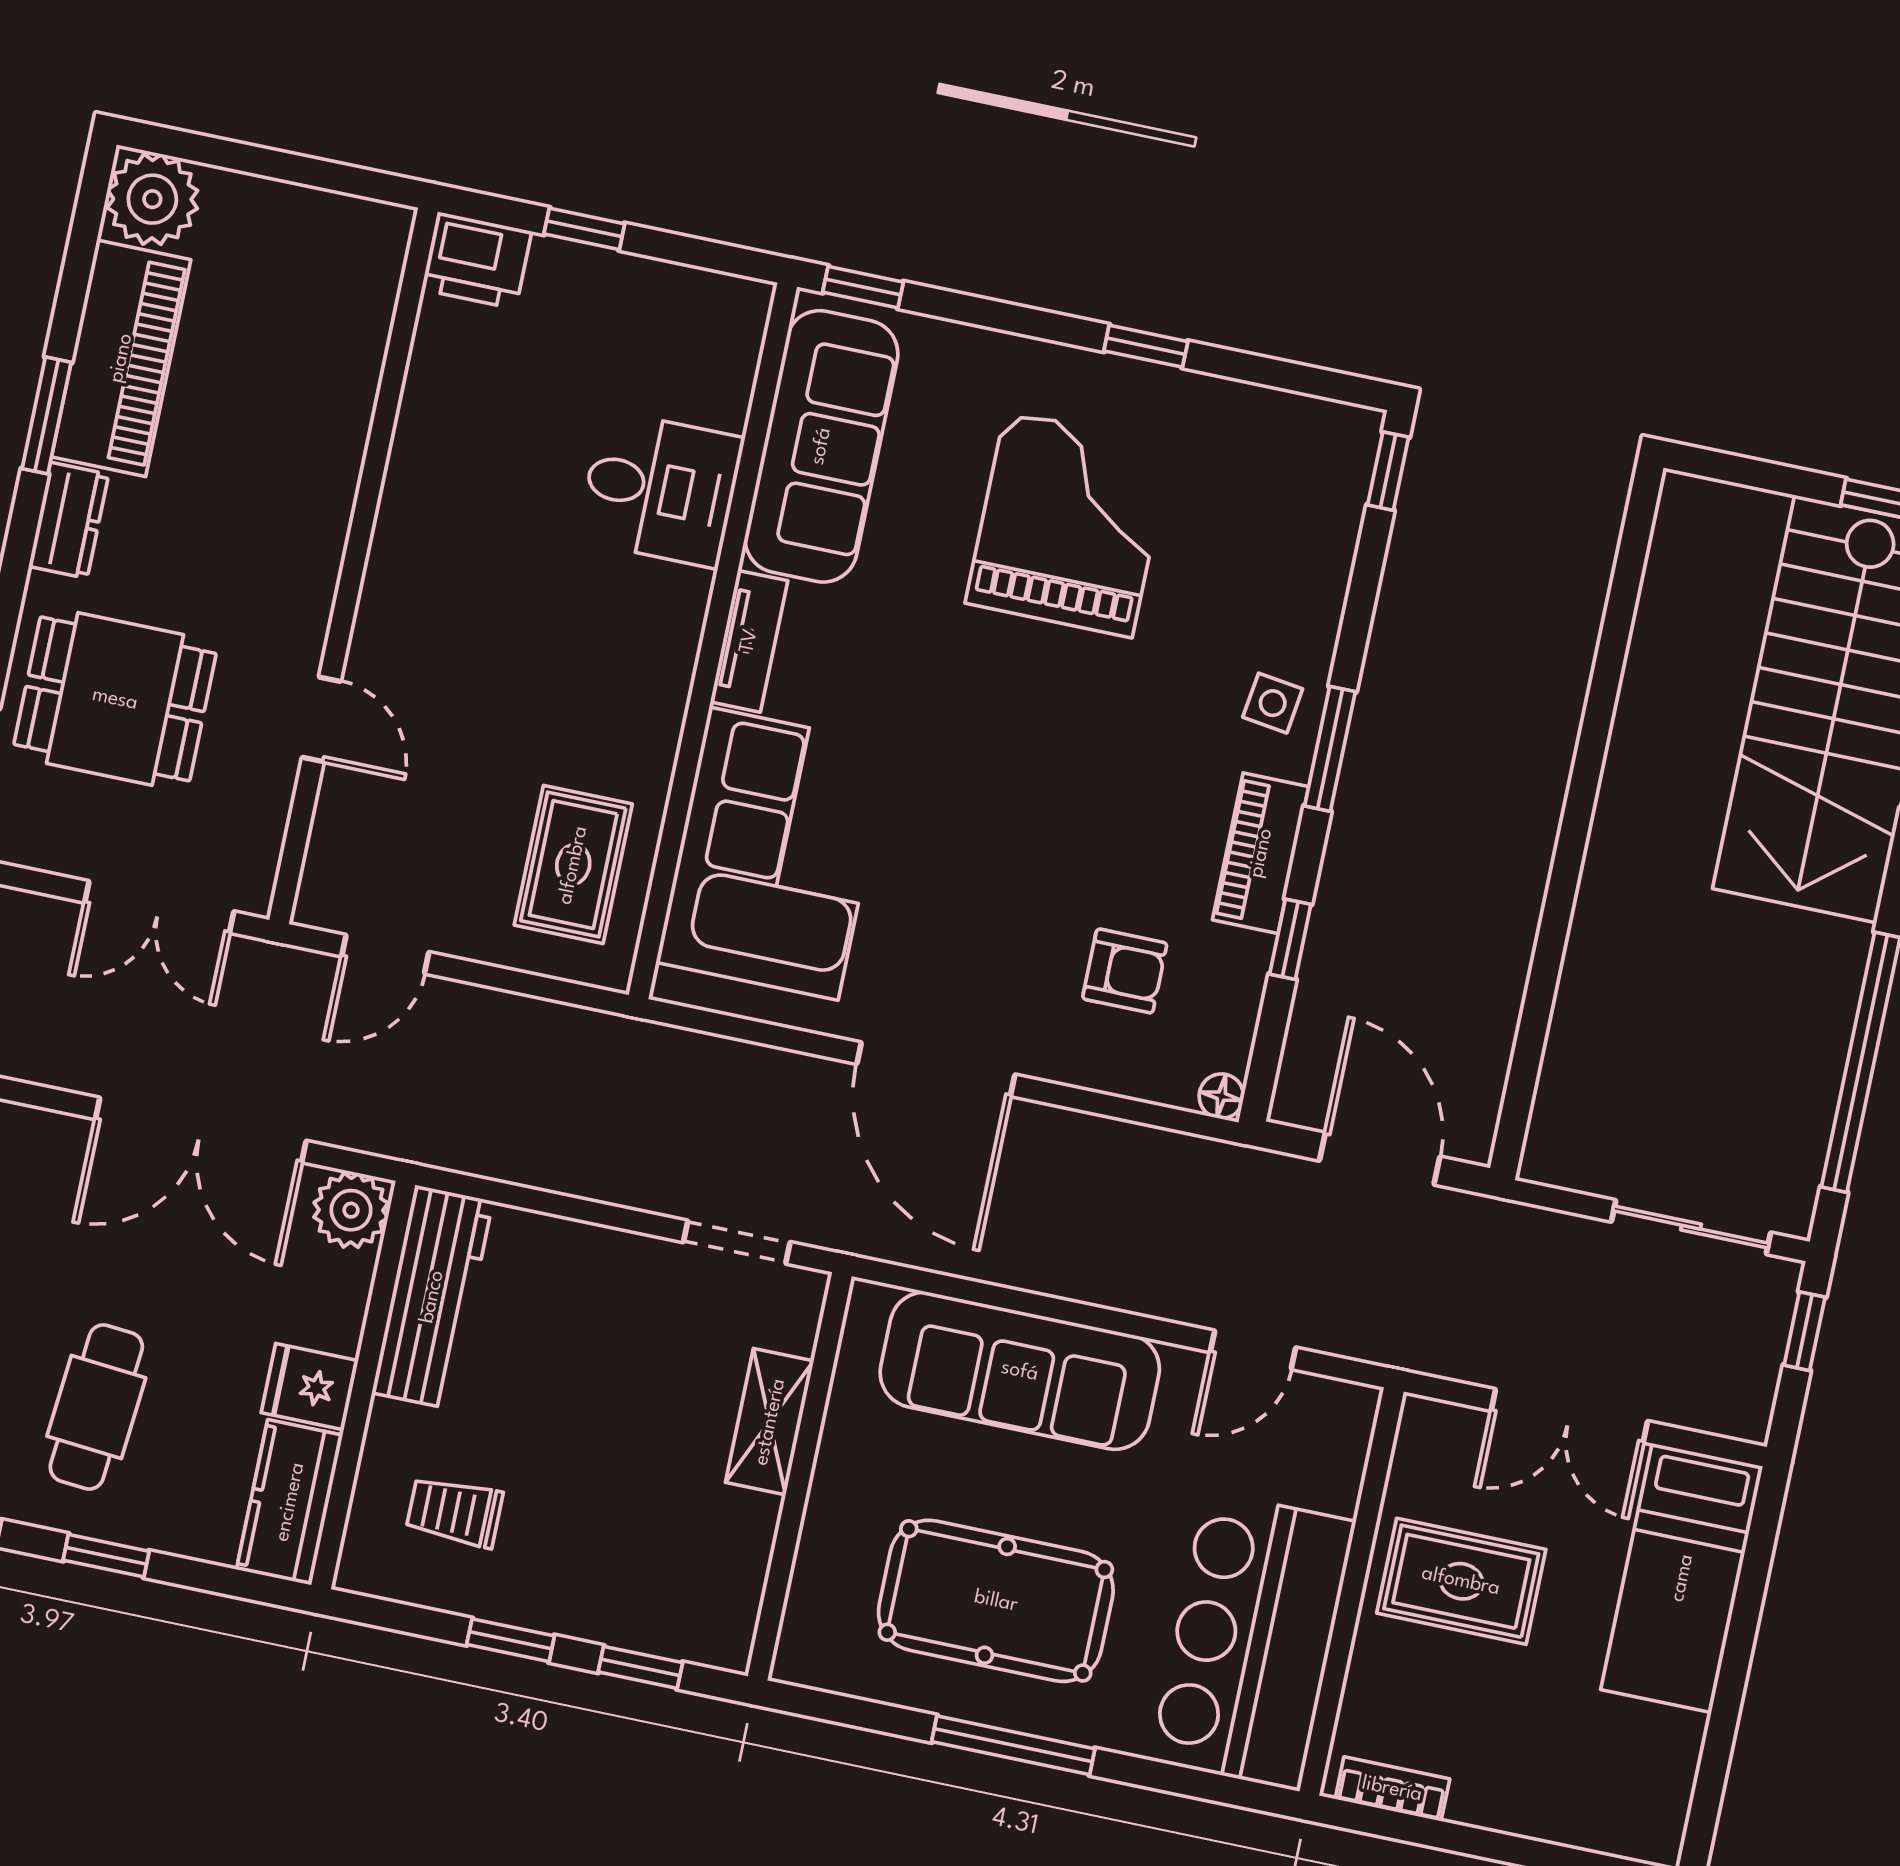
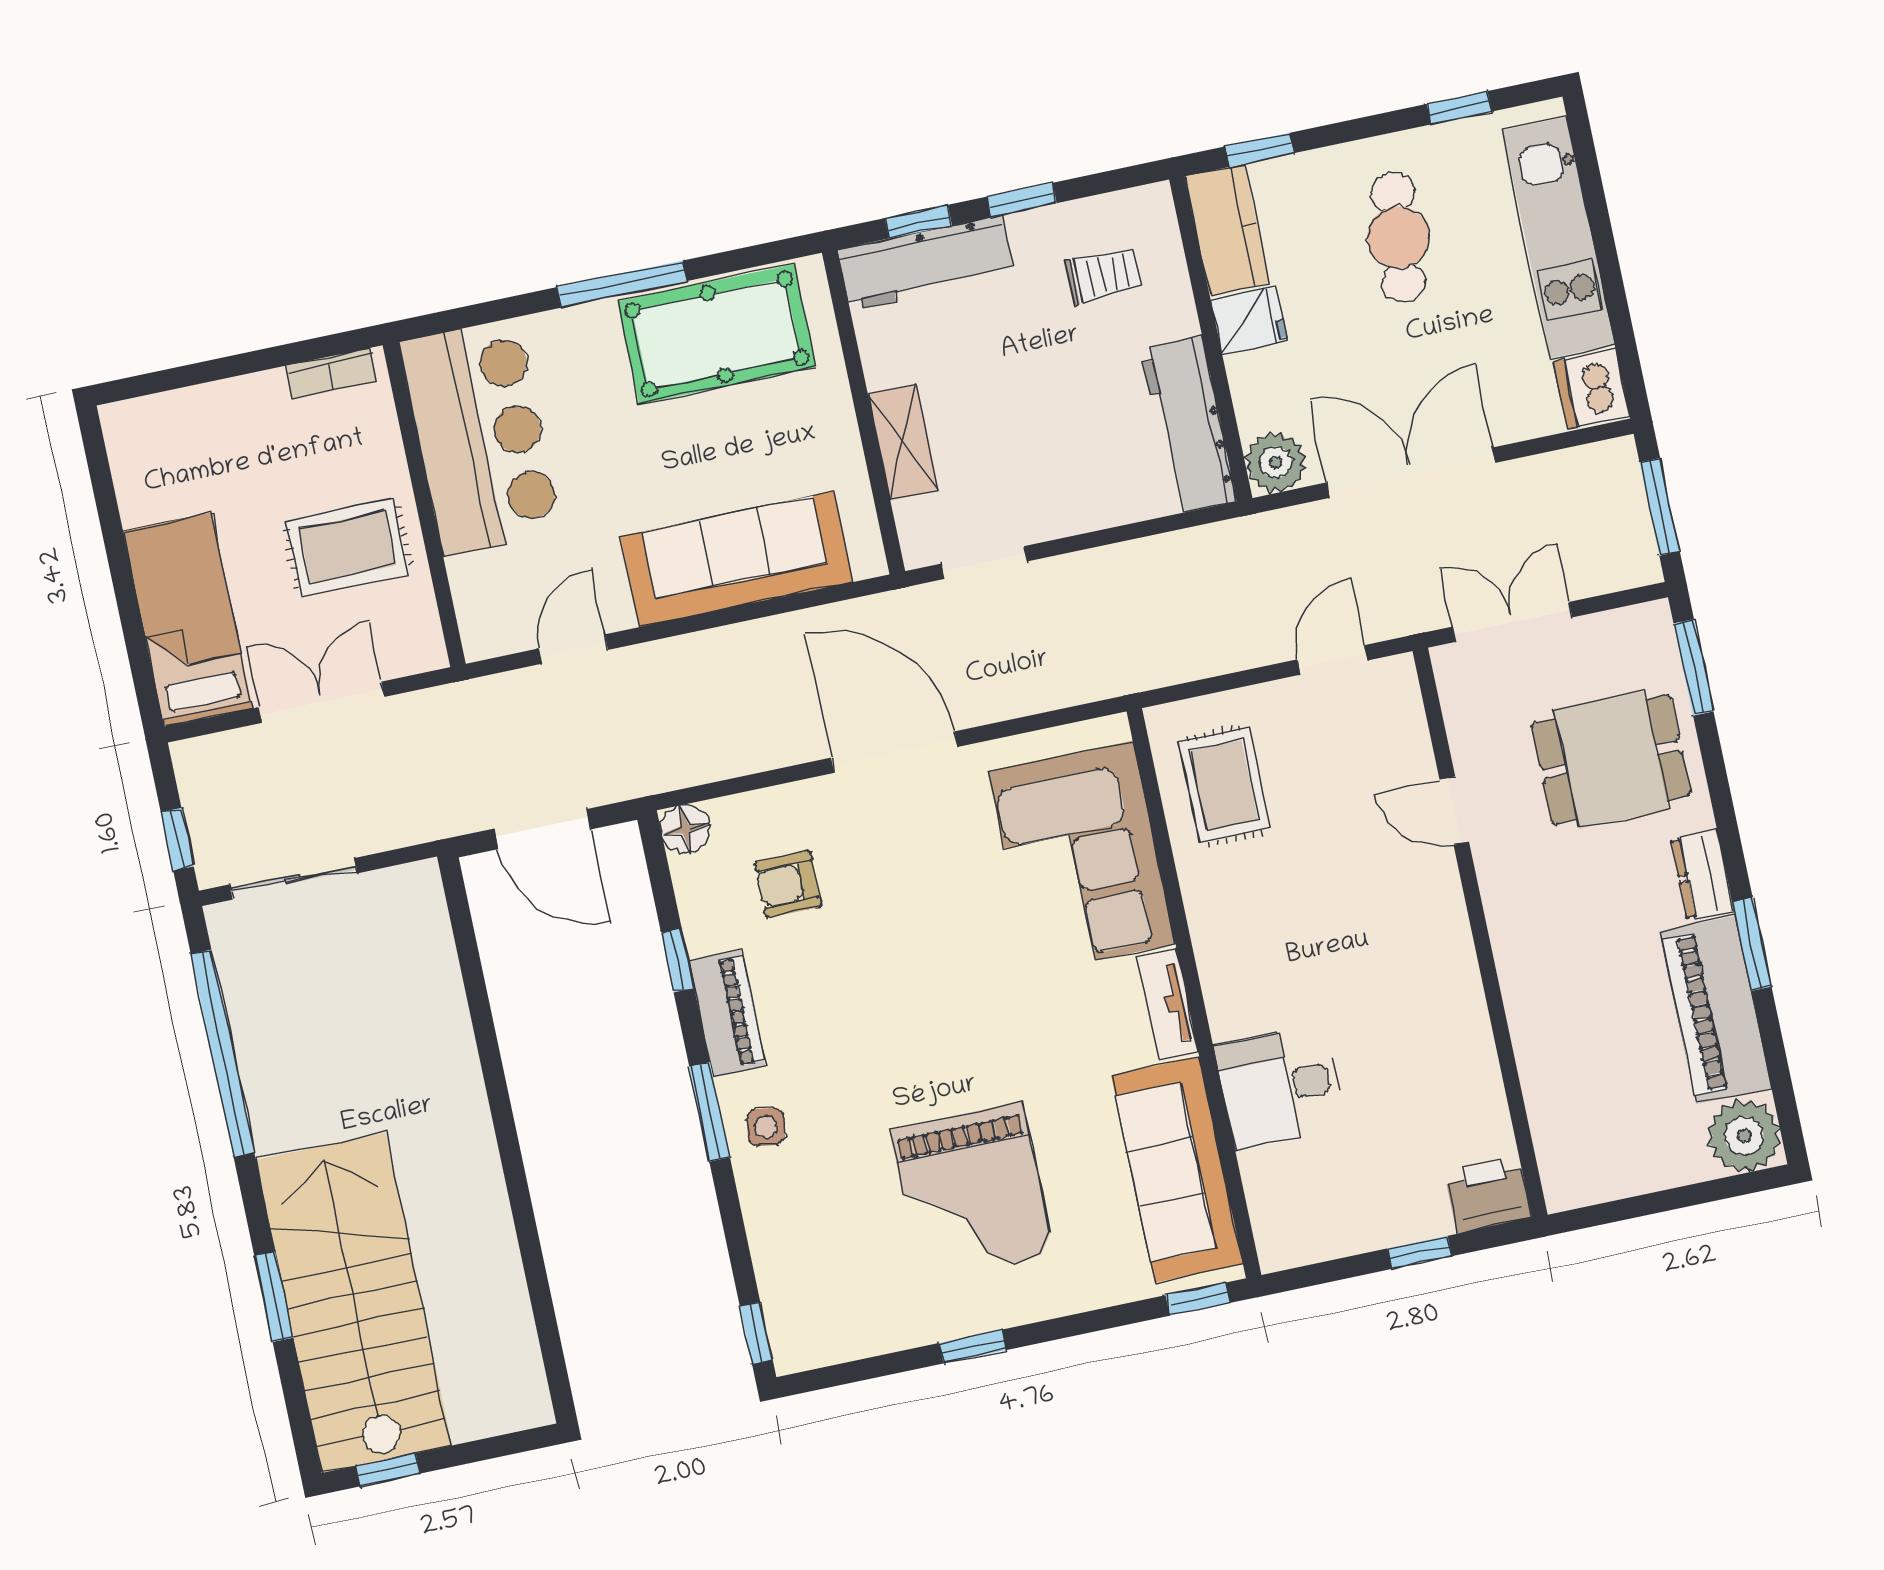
floor lamp: (1221, 1096) -> (685, 829), width x1.37, depth x1.37
window: (106, 1556) -> (1260, 150), moved
pool table: (996, 1601) -> (717, 334), moved
workbench: (653, 1616) -> (926, 263), added

